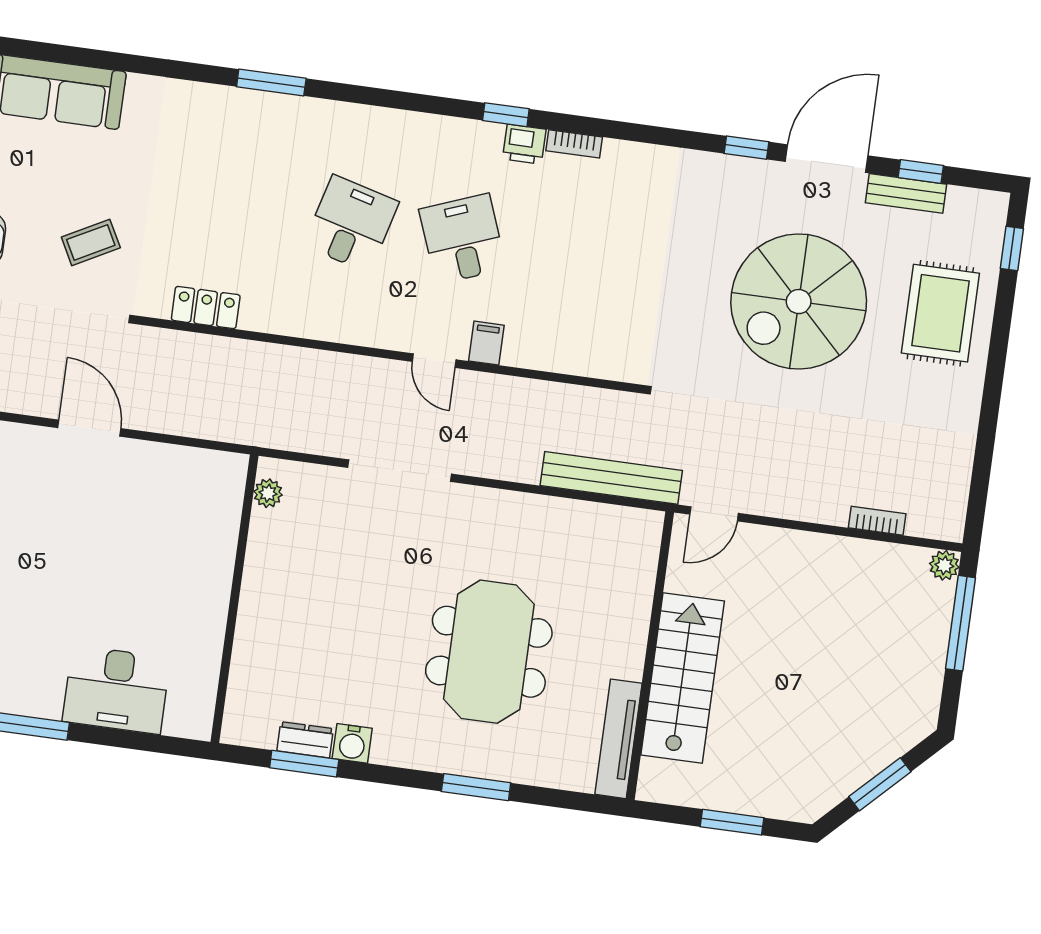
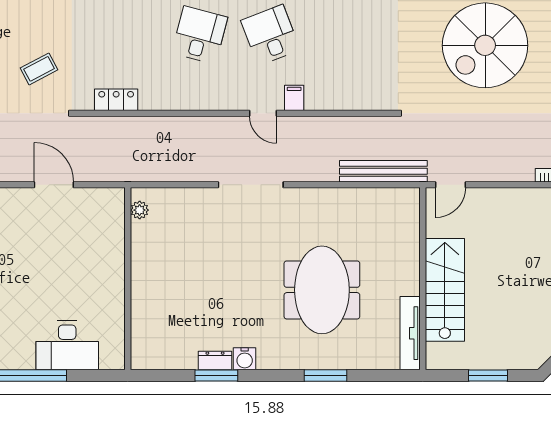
plant: (268, 493) -> (140, 210), moved
wall: (235, 599) -> (128, 279), moved
desk: (116, 690) -> (67, 345), moved

